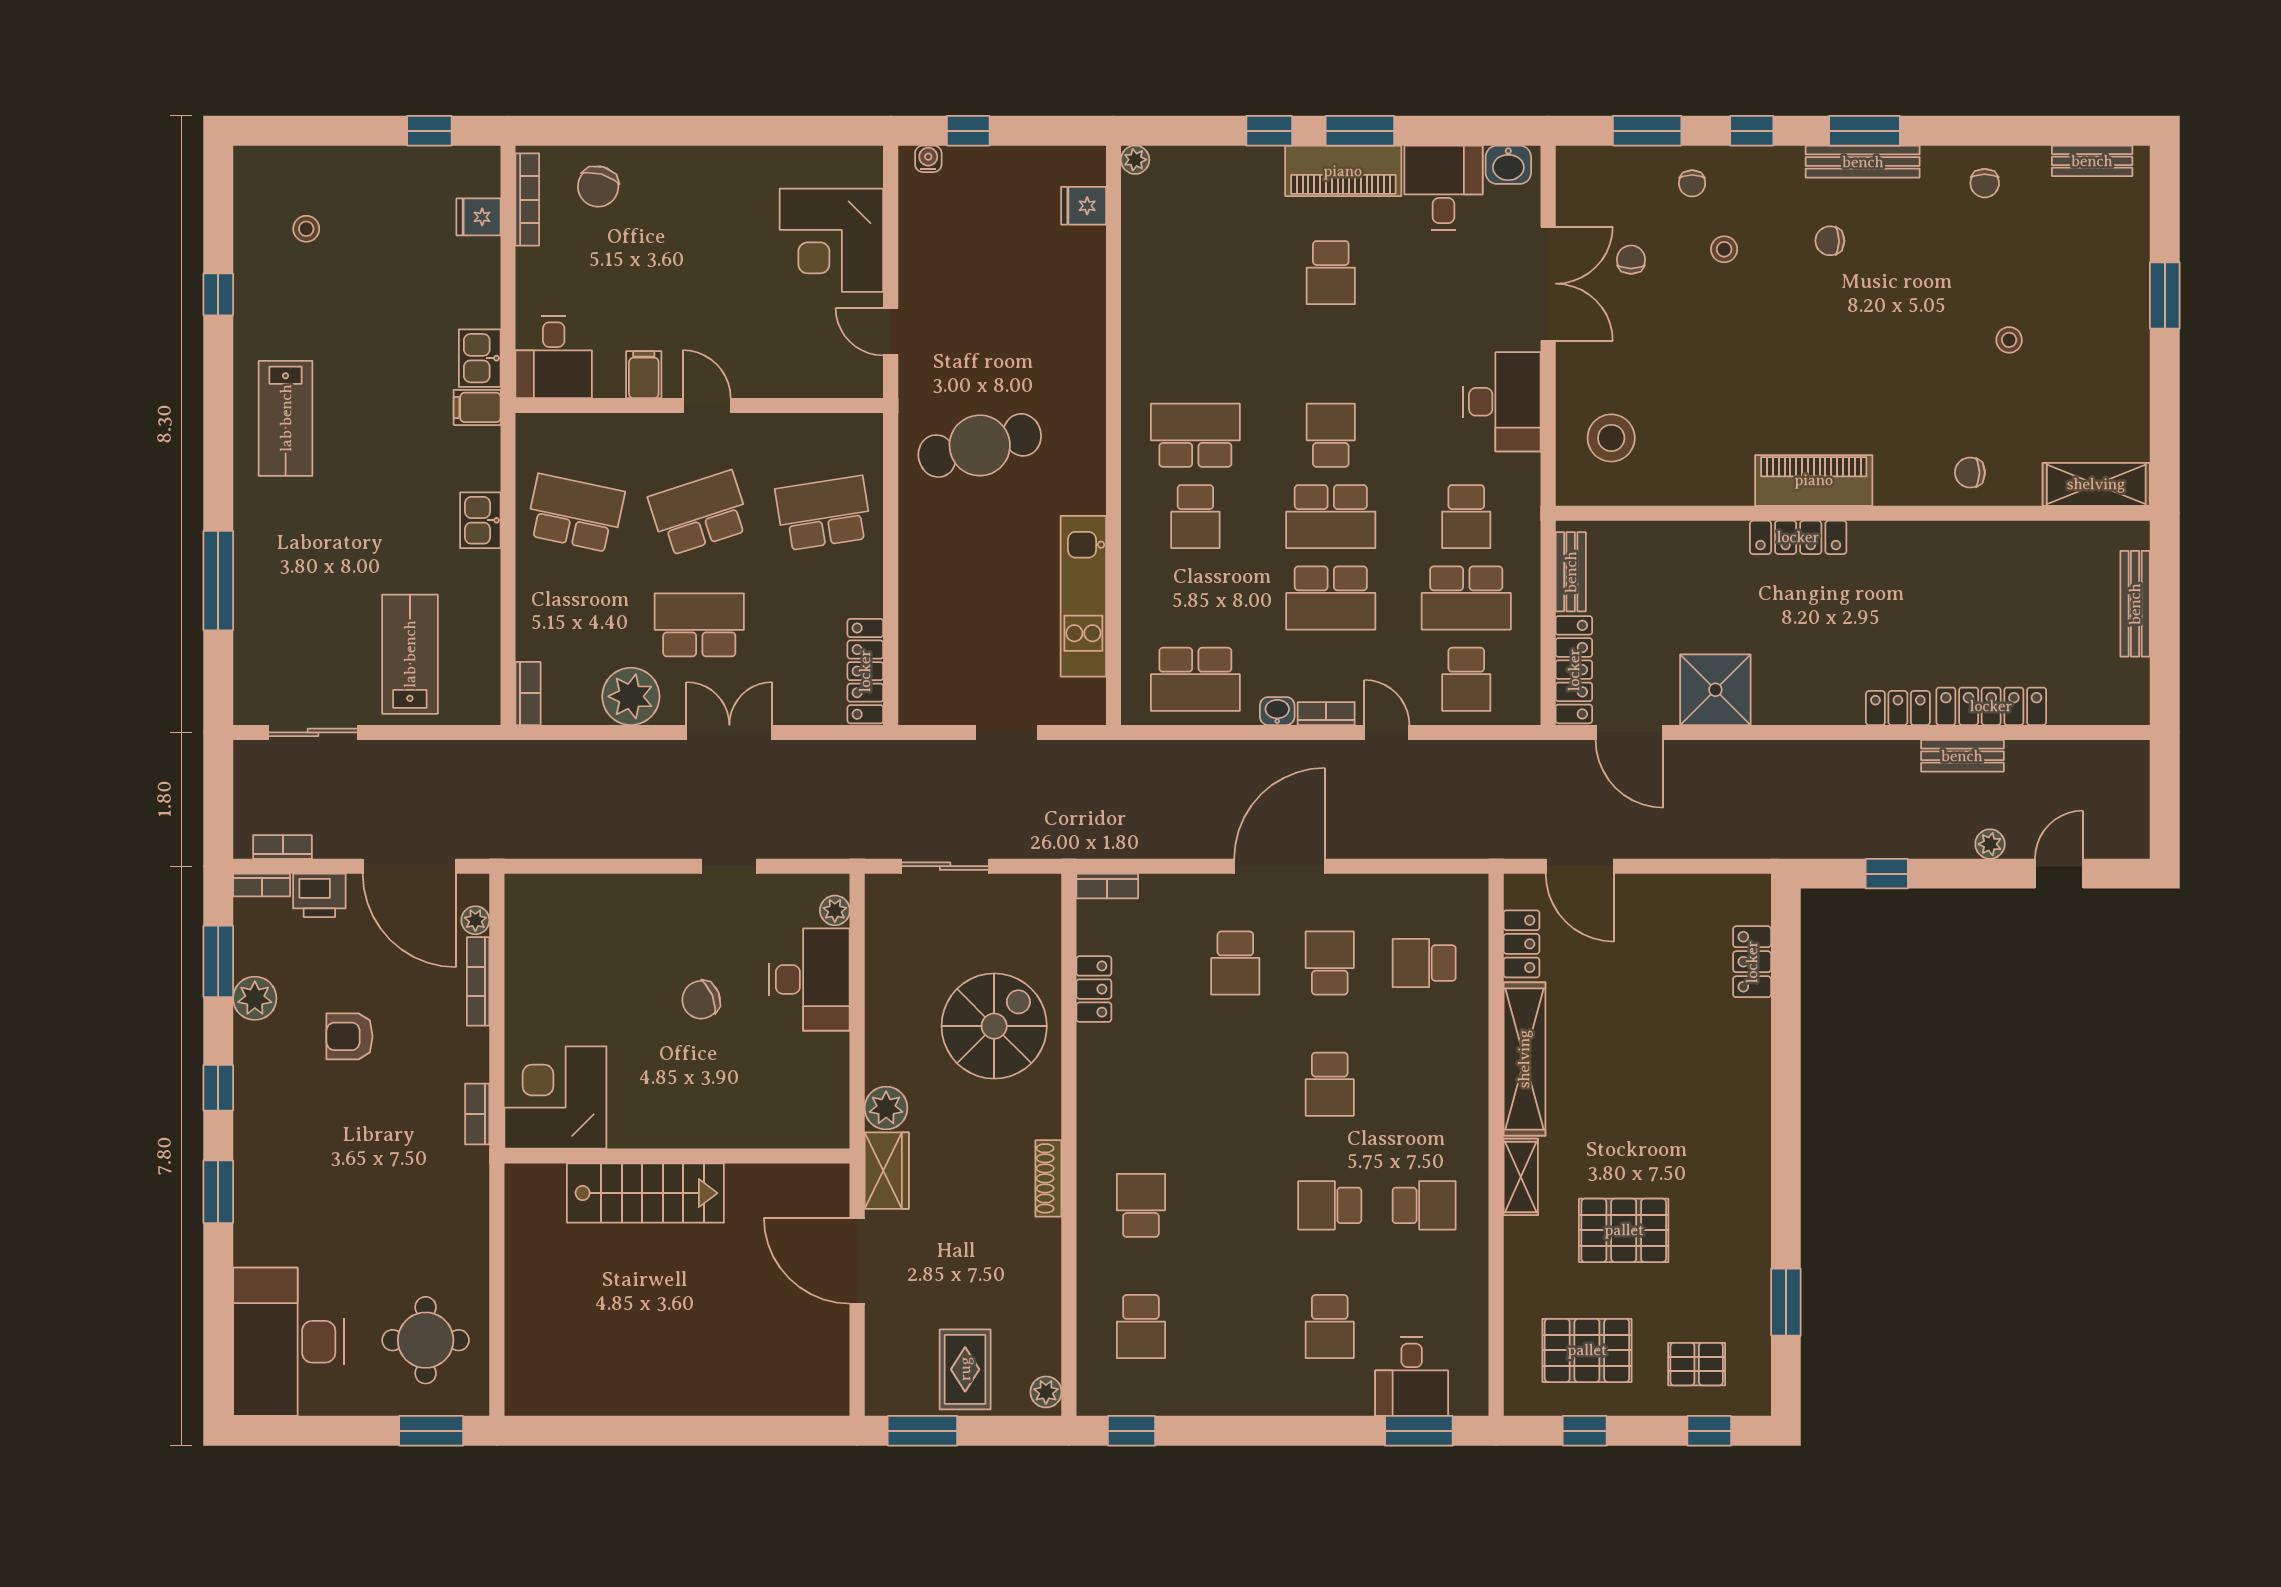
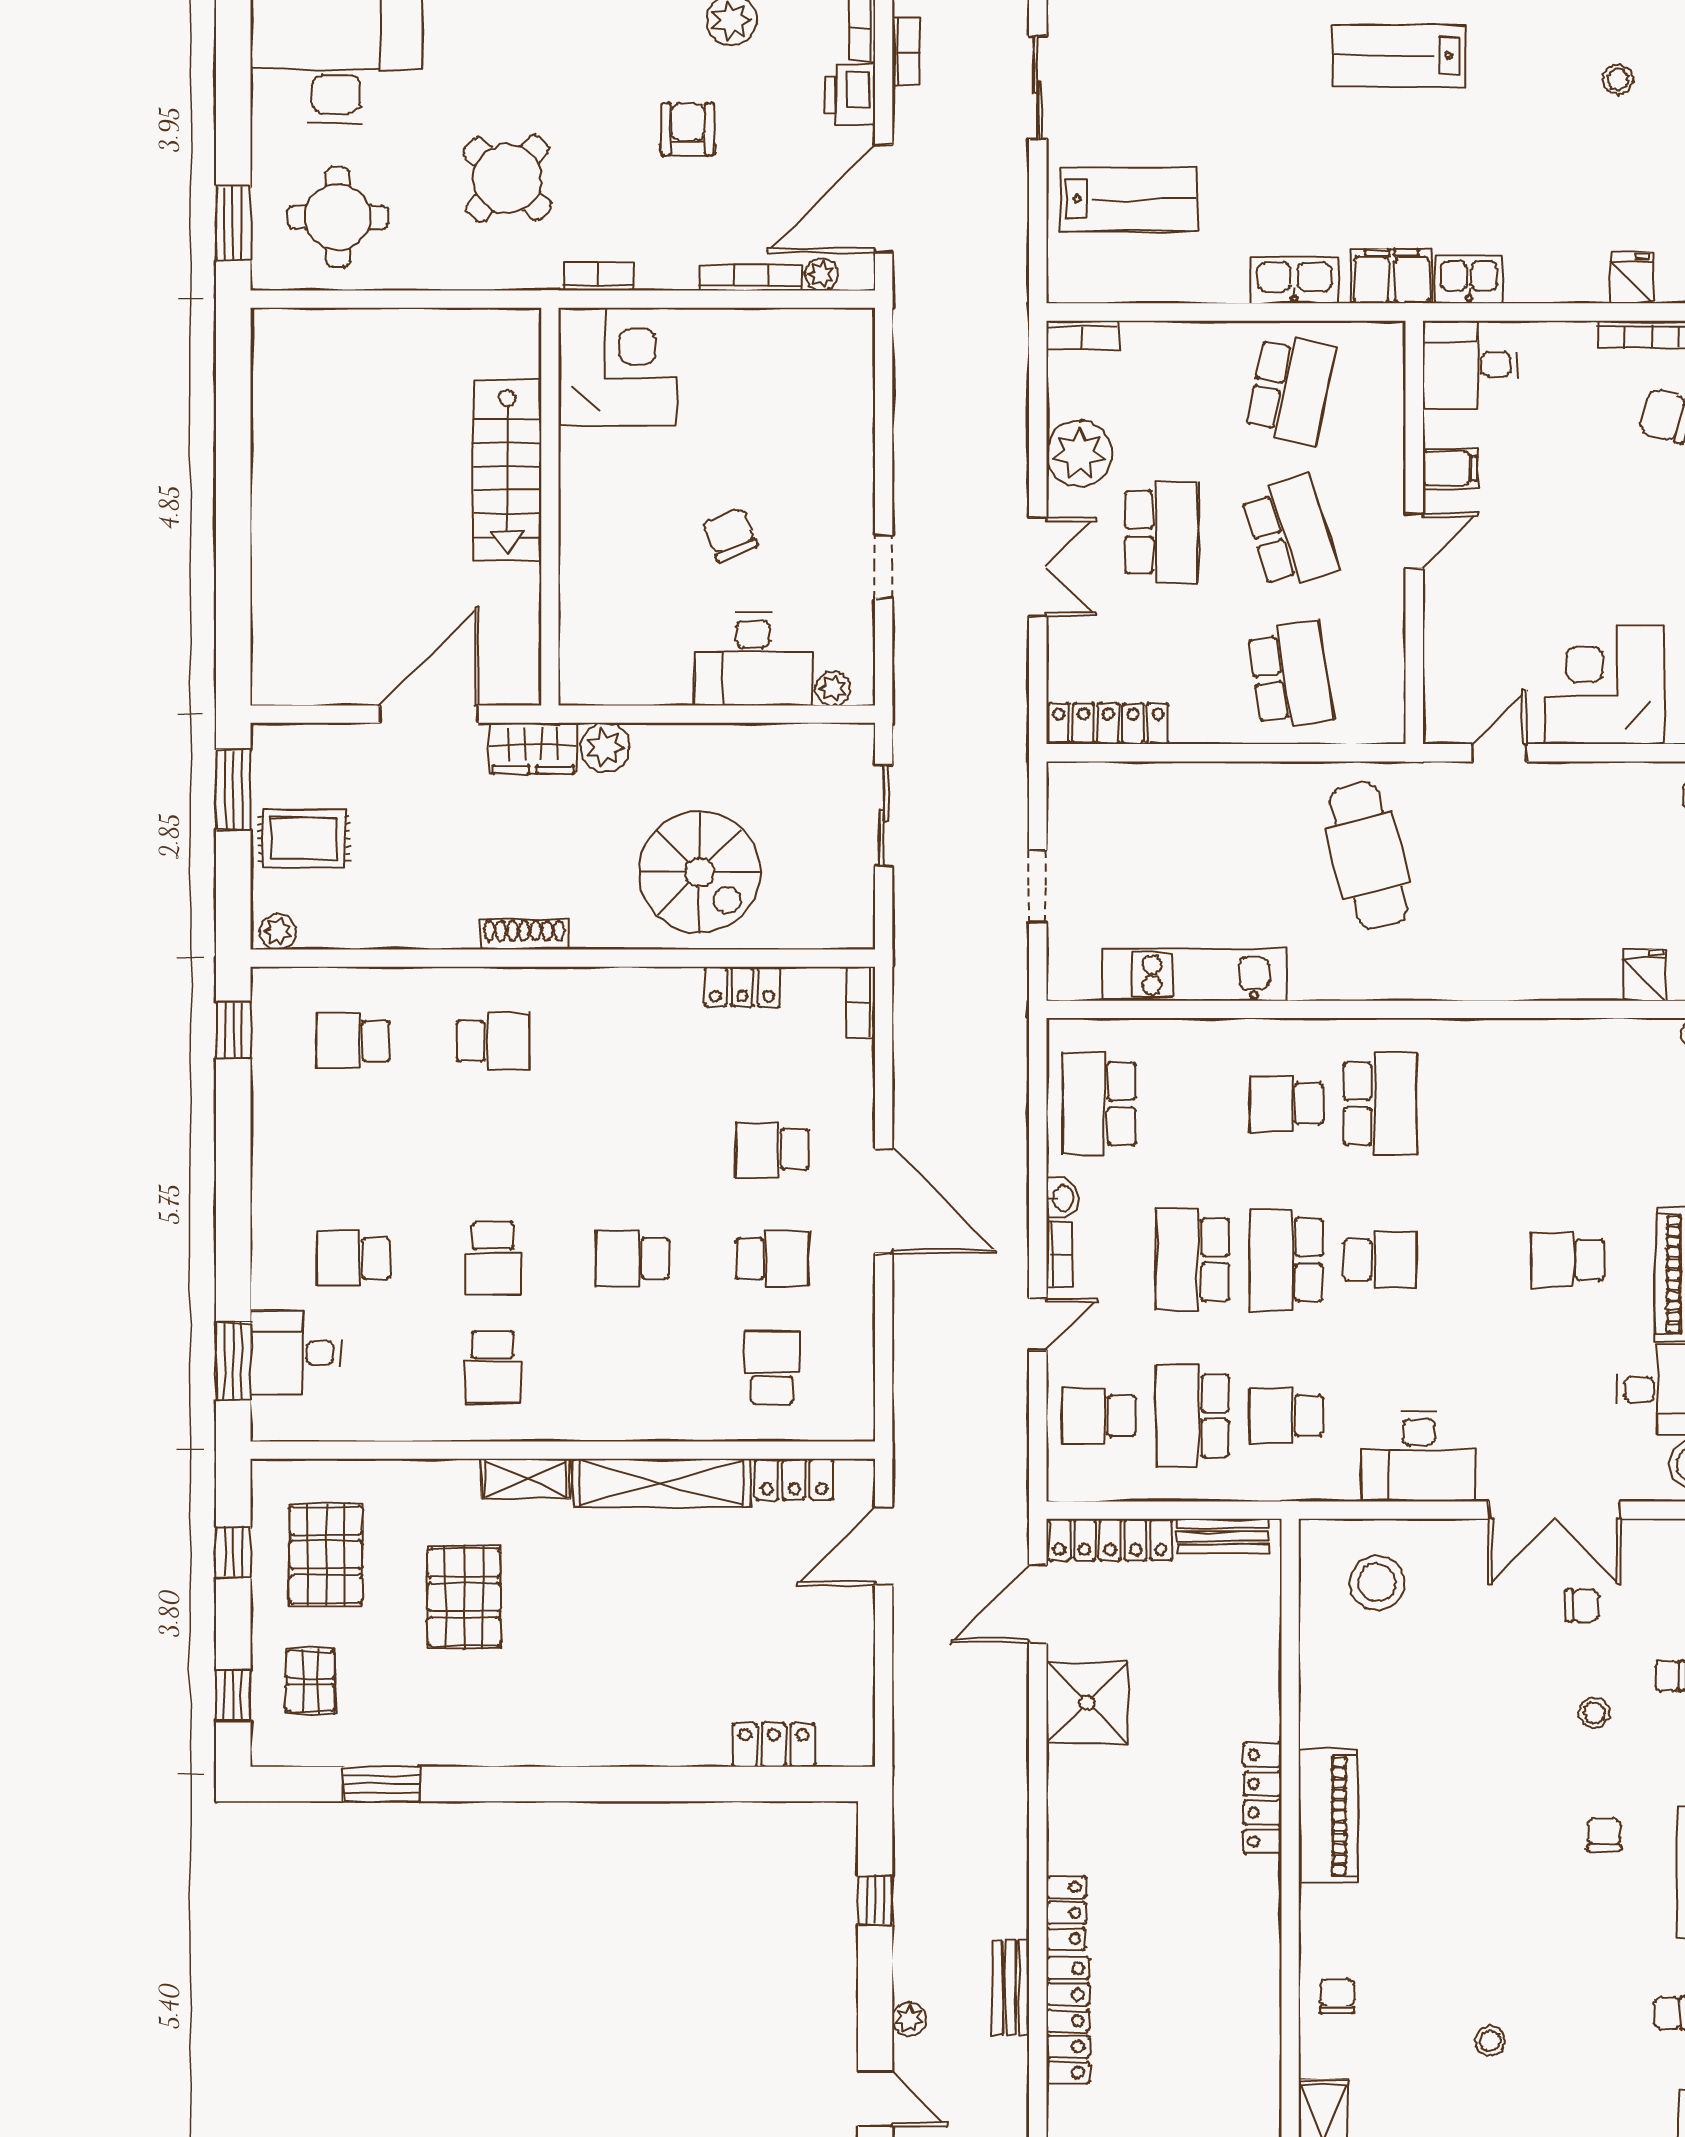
filing cabinet: (477, 407) -> (1392, 276), width x2.00
kitchen sink: (480, 520) -> (1294, 280), width x1.38
round table: (392, 1193) -> (507, 179), added
school desk: (1330, 1205) -> (493, 1258), turned 180

